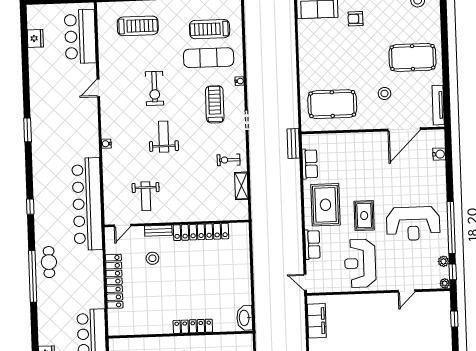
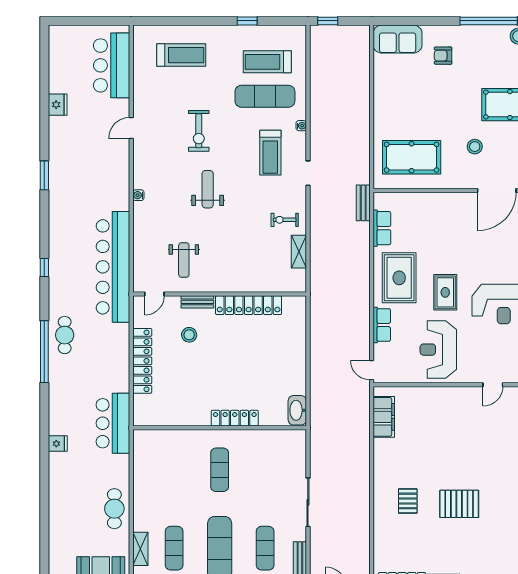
fridge: (35, 38) -> (58, 105), moved
treadmill: (215, 104) -> (270, 153), turned 180

